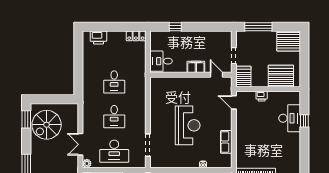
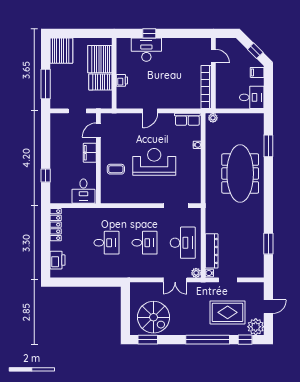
locker: (136, 36) -> (56, 225), width x1.53
server rack: (243, 77) -> (100, 82), moved
coffee table: (181, 91) -> (116, 169), added
door: (234, 102) -> (150, 111), moved
row of seats: (226, 142) -> (187, 119), moved

